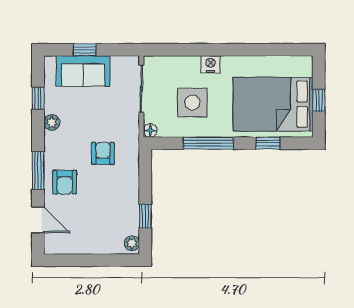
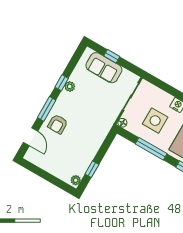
window: (38, 98) -> (62, 83), moved
armchair: (103, 153) -> (89, 120), removed

